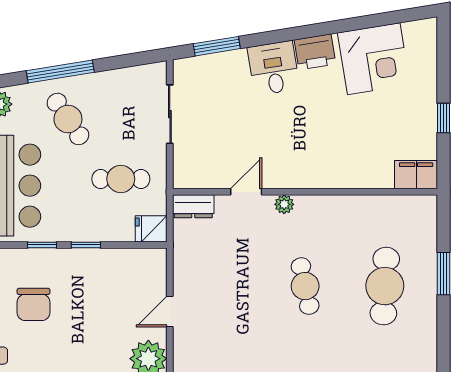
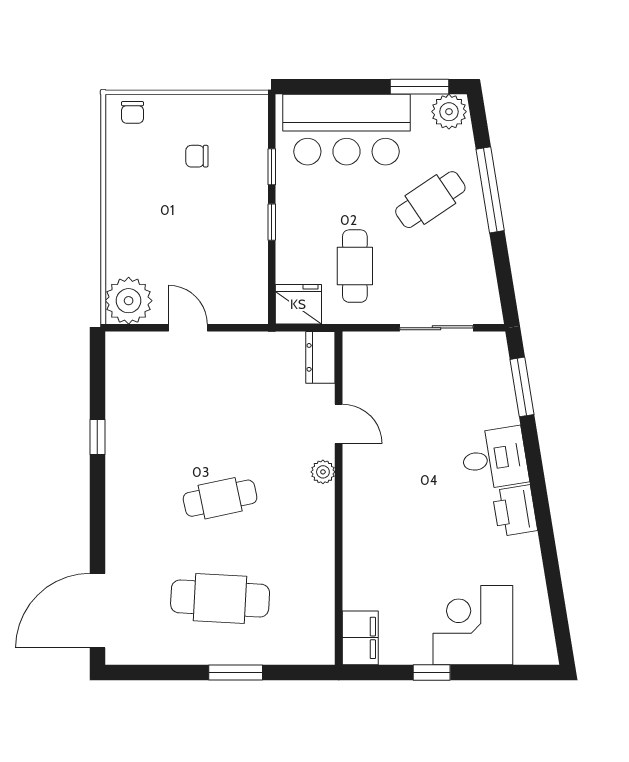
corner desk: (374, 59) -> (473, 625), moved, turned 99
fridge: (151, 229) -> (298, 304), width x1.38
chair: (33, 304) -> (197, 156), width x0.54, depth x0.54

